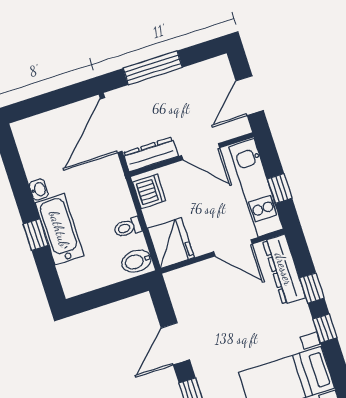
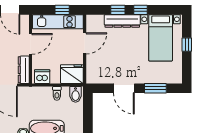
dresser: (284, 269) -> (122, 21), moved

